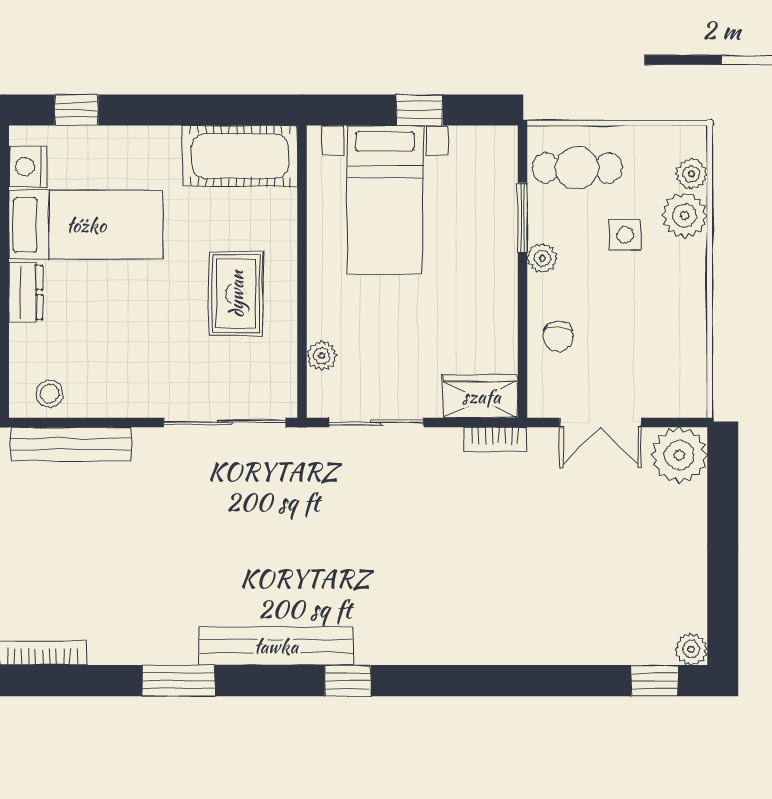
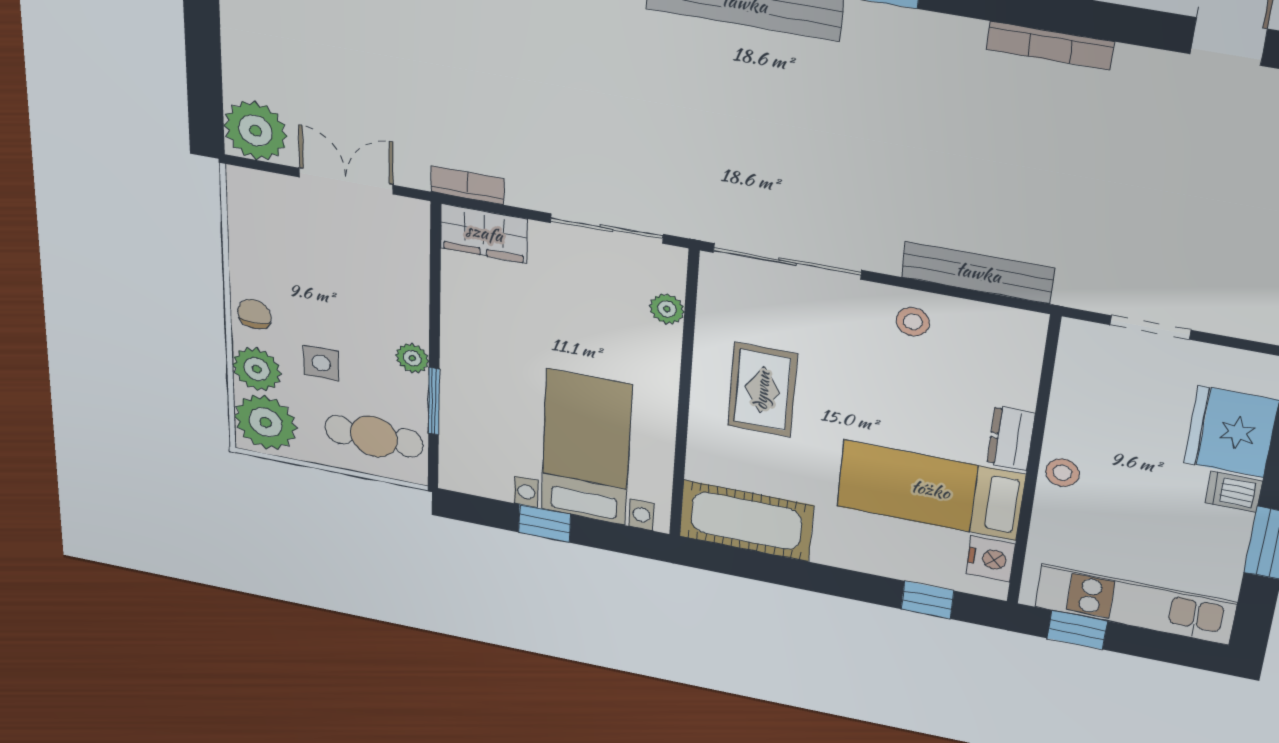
plant: (692, 174) -> (266, 422), width x1.87, depth x1.87
chair: (558, 336) -> (254, 314), moved
stool: (49, 394) -> (913, 322), moved

